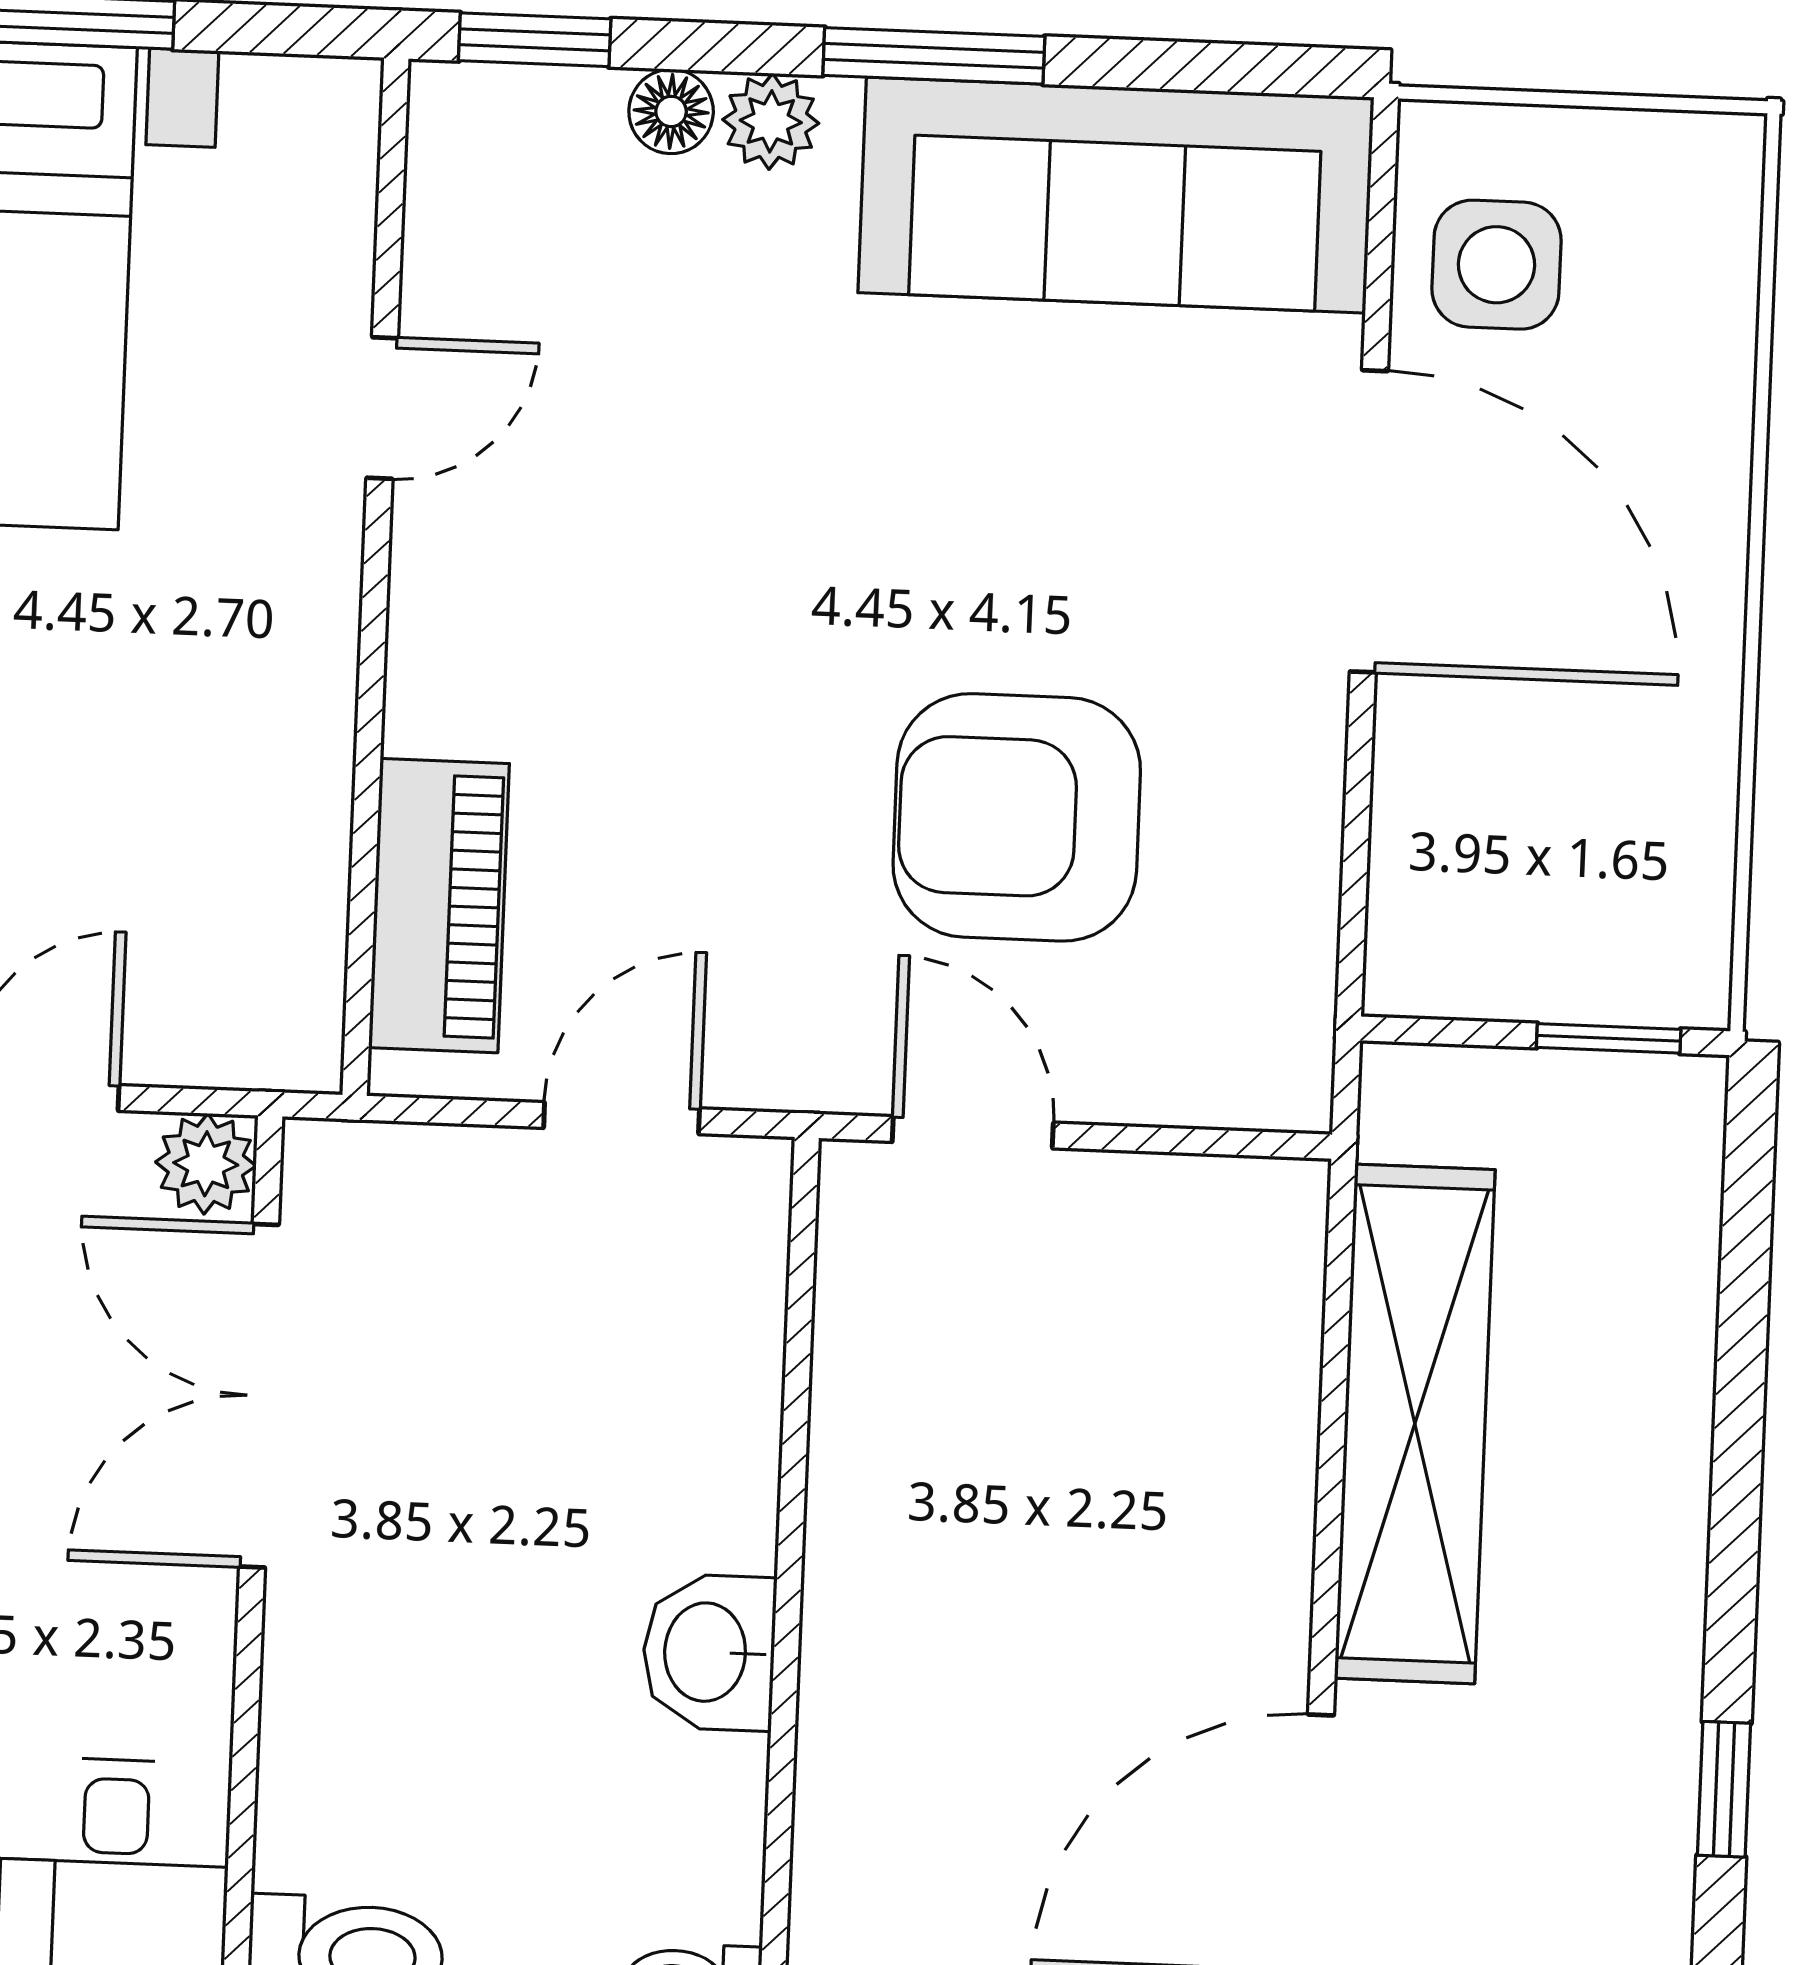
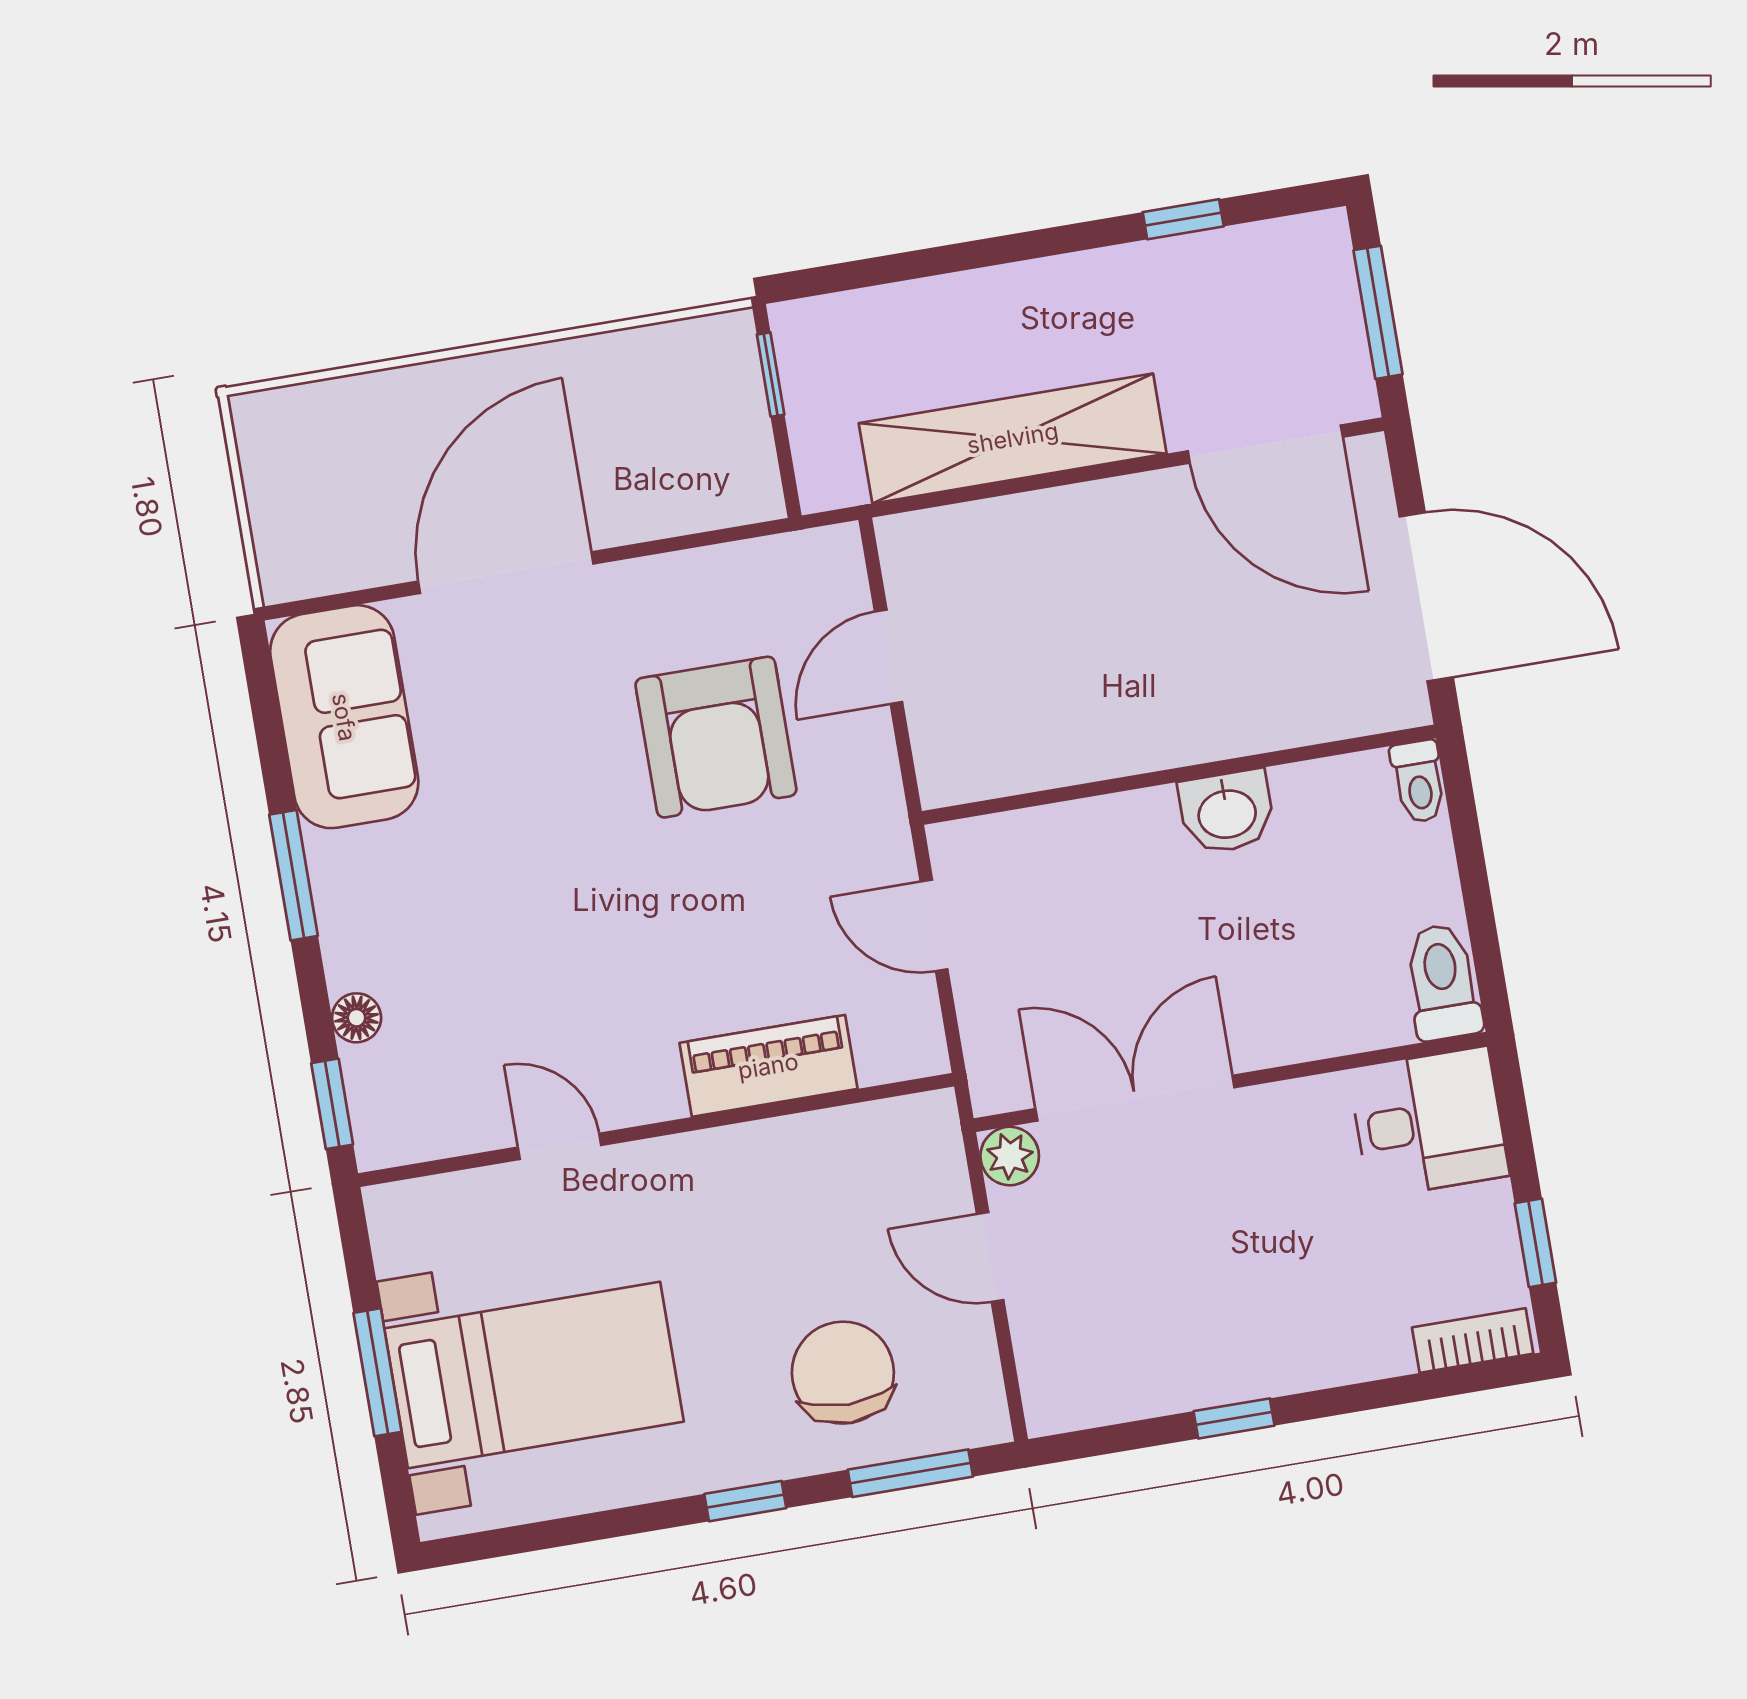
plant: (771, 121) -> (350, 960), removed
sofa: (1116, 195) -> (344, 717), width x0.73
side table: (1496, 265) -> (345, 531), removed
piano: (439, 906) -> (768, 1066), moved
door: (973, 1132) -> (889, 657), moved
double door: (259, 1396) -> (1135, 1098), swing flipped

